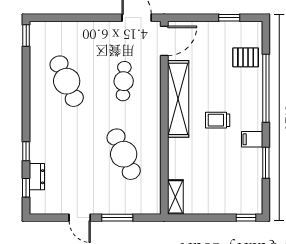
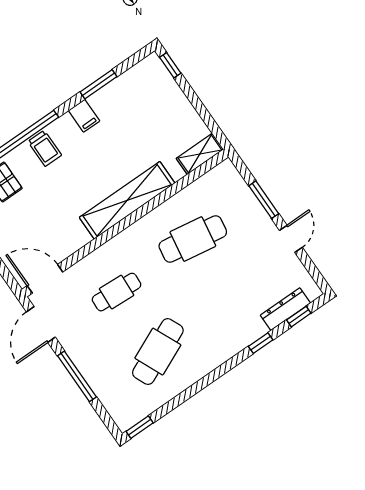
window: (87, 18) -> (77, 376), added
shelving: (178, 99) -> (127, 200), moved
trolley: (218, 120) -> (45, 148), moved
cafe table: (124, 154) -> (193, 239), turned 33
dresser: (37, 177) -> (285, 309), width x1.44

